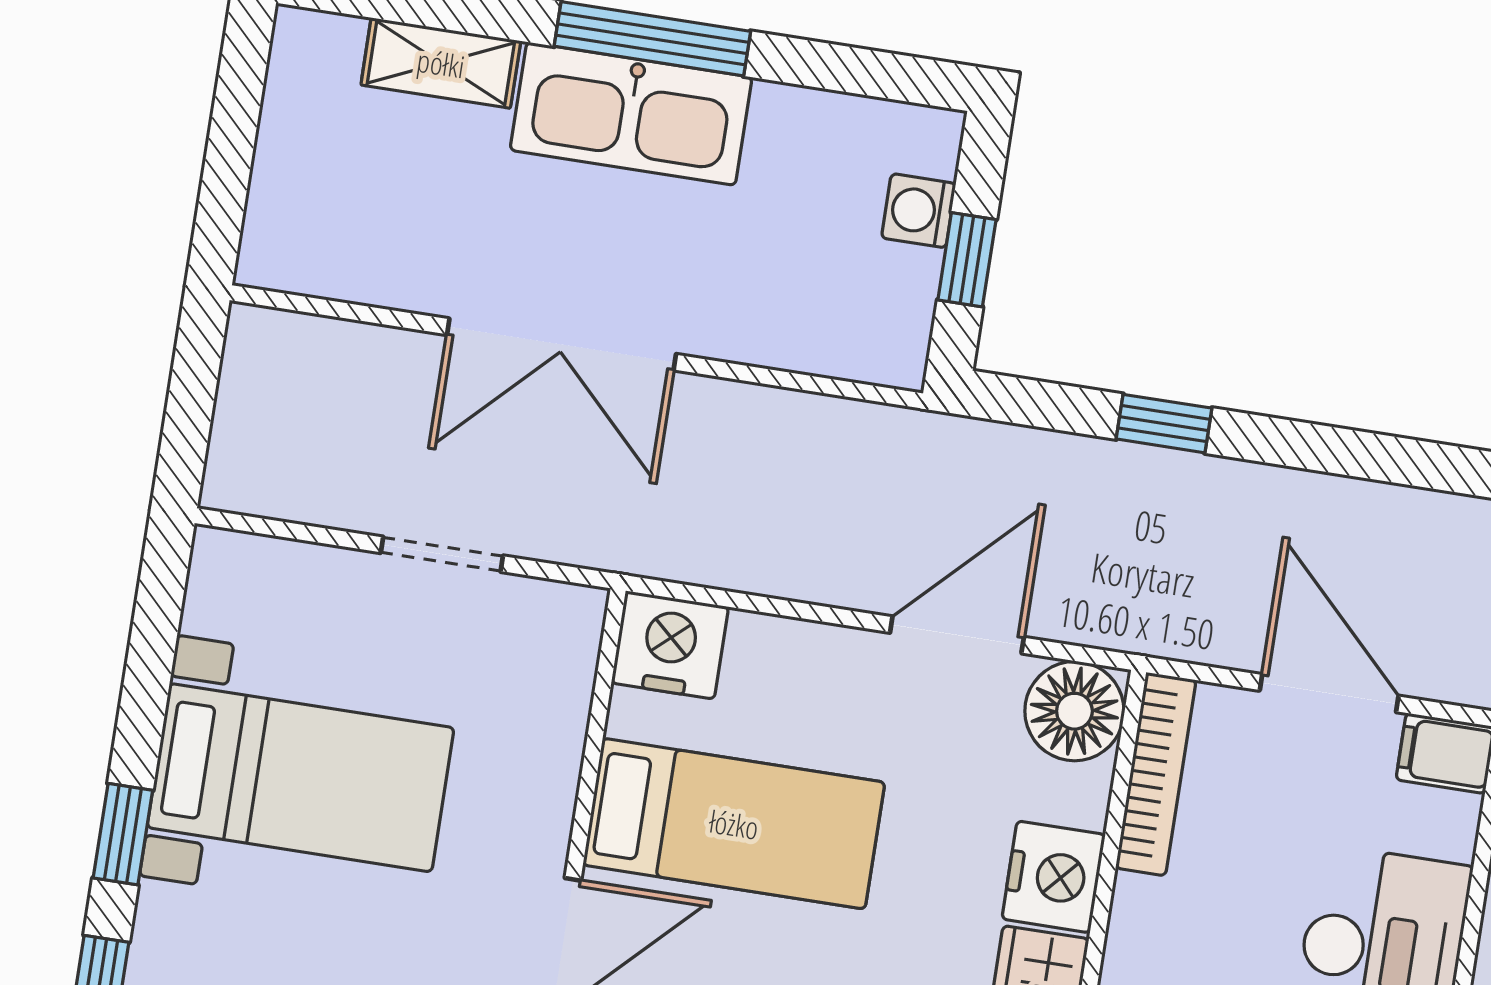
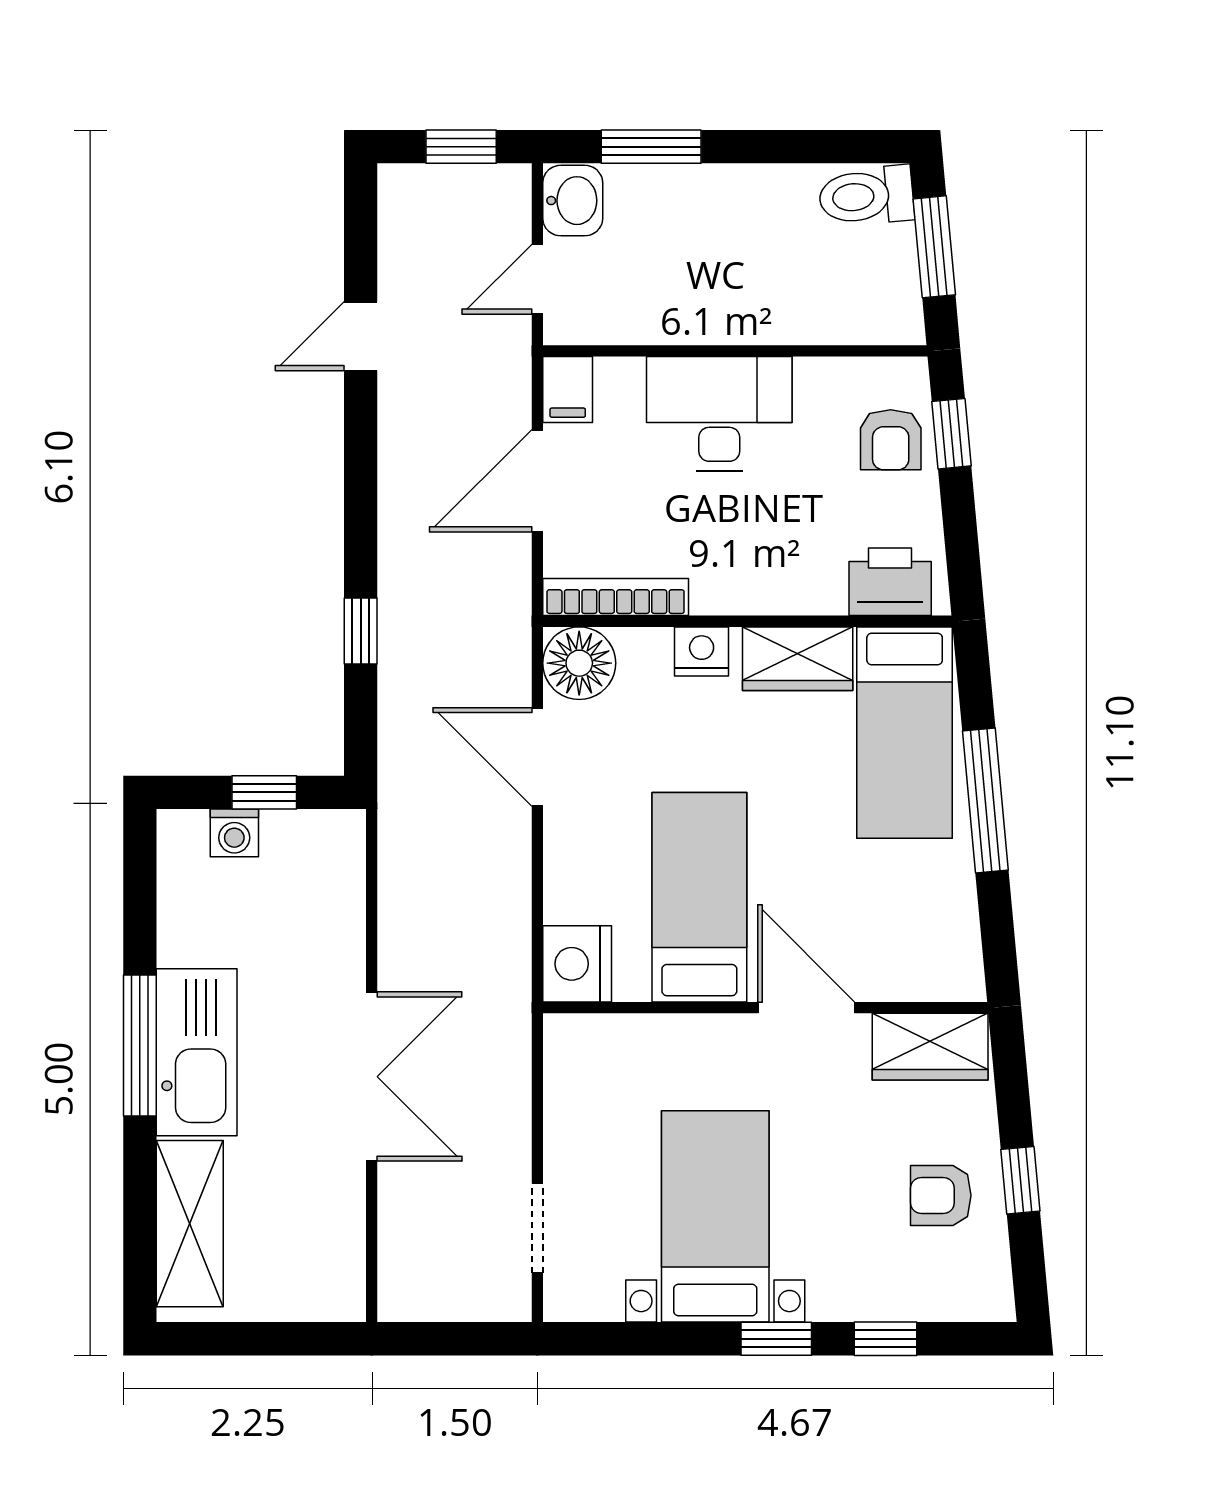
shelving: (441, 63) -> (190, 1224), width x1.50, depth x1.33
doorway: (442, 554) -> (537, 1228), moved
nightstand: (1054, 877) -> (702, 651), width x0.74, depth x0.75

